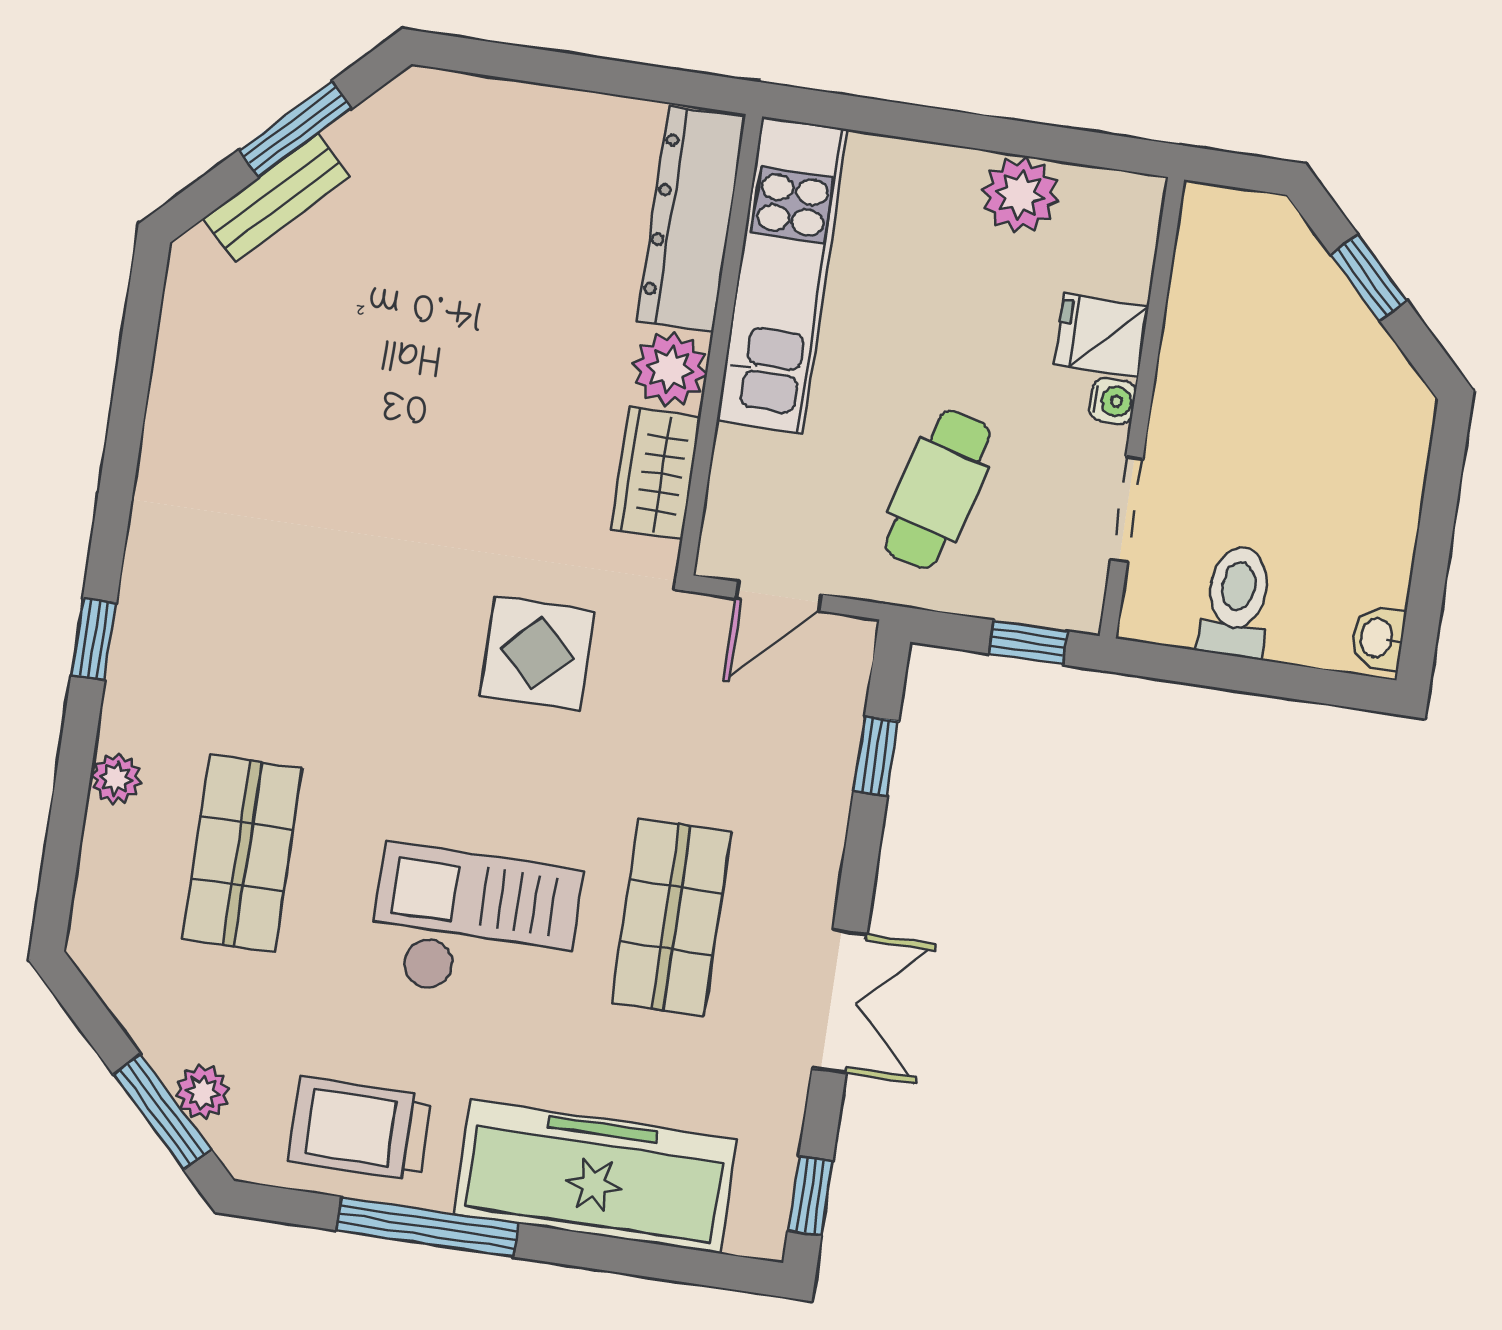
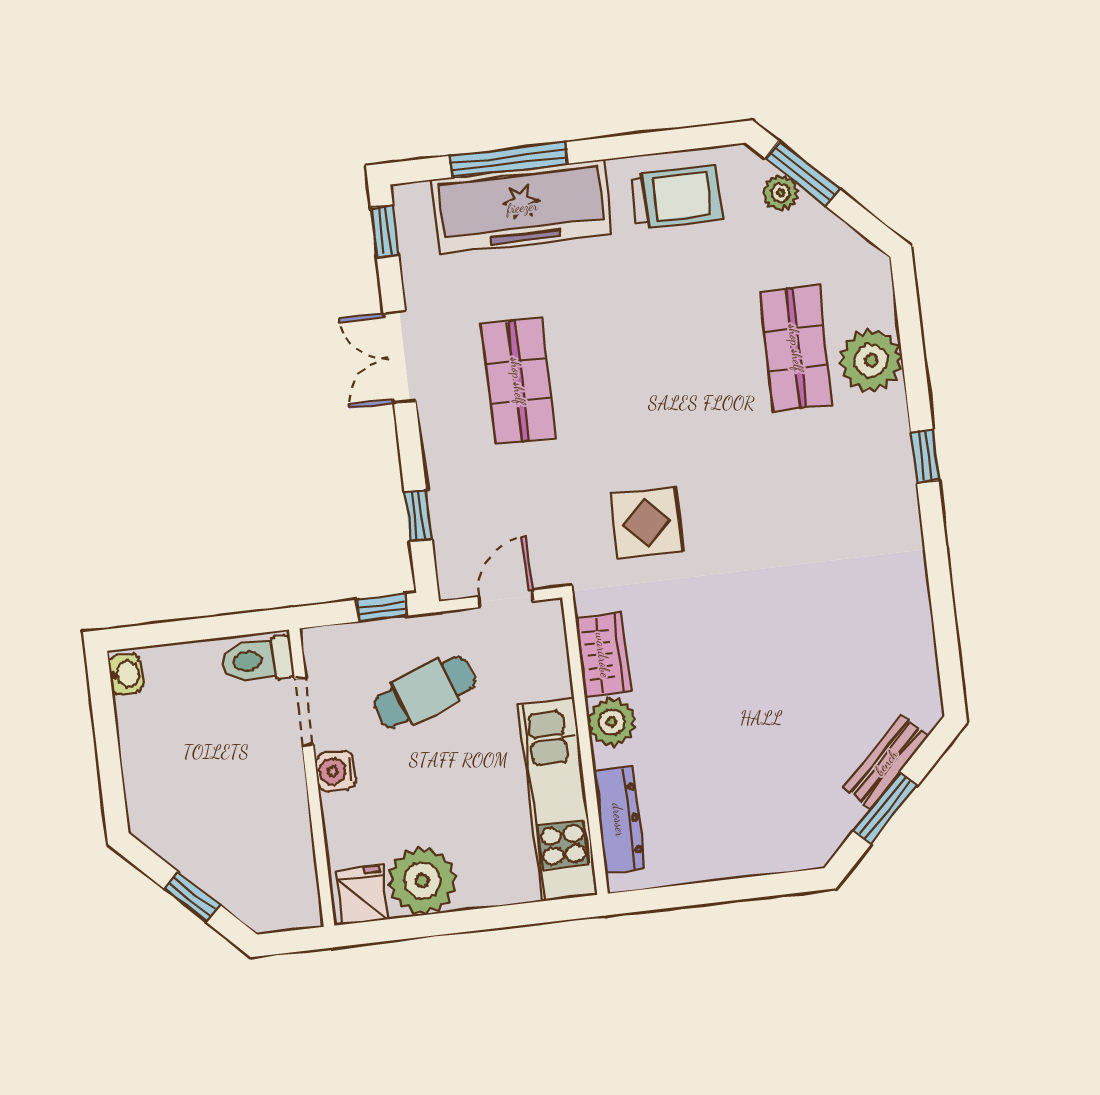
plant: (1020, 195) -> (422, 881), width x1.36, depth x1.36
dresser: (691, 219) -> (619, 820), width x0.73, depth x0.80
fridge: (1101, 336) -> (363, 895), moved, turned -90
water cooler: (1113, 401) -> (336, 771), width x1.38, depth x1.38
cafe table: (938, 490) -> (425, 692), turned 55
toilet: (1237, 602) -> (257, 660), moved, turned 90
window: (1028, 642) -> (382, 608), moved
plant: (116, 779) -> (871, 360), width x1.88, depth x1.88
checkout: (474, 925) -> (640, 343), removed
window: (427, 1227) -> (508, 160), moved

